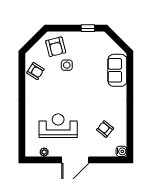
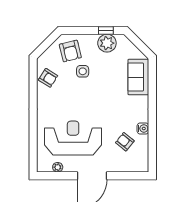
plant: (89, 40) -> (107, 43), added
reception desk: (58, 126) -> (73, 138), width x1.36, depth x1.30
water cooler: (121, 151) -> (143, 128), moved

